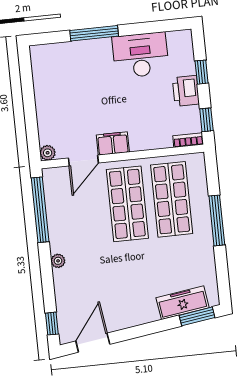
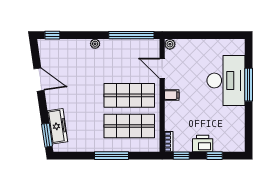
desk: (140, 55) -> (226, 81), moved, width x1.36, depth x1.30
filing cabinet: (113, 143) -> (172, 95), width x0.50
door: (93, 343) -> (39, 80), moved

